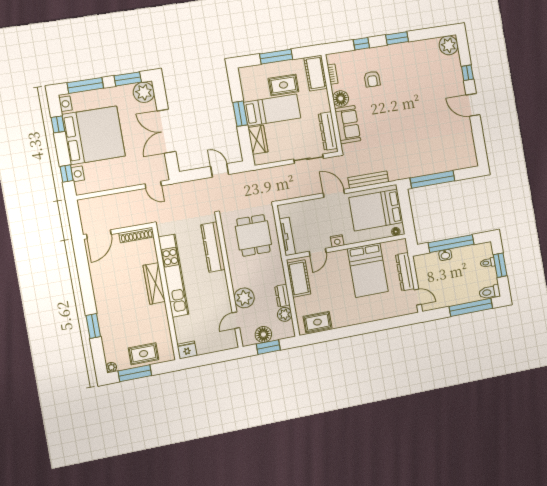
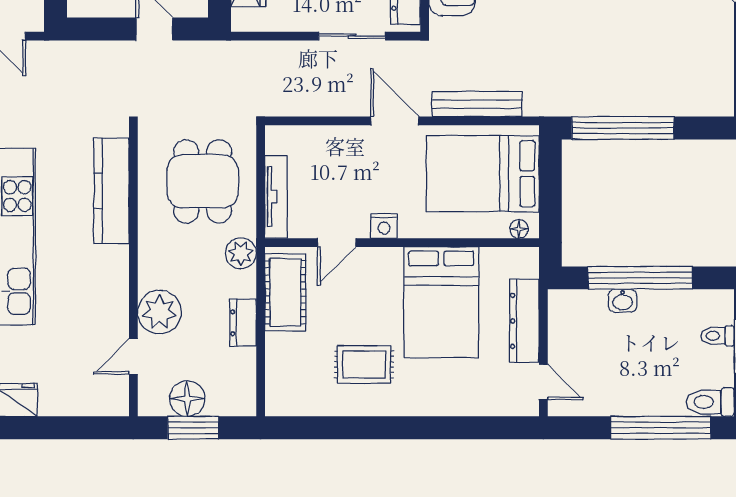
plant: (285, 314) -> (241, 253), moved
rug: (317, 322) -> (364, 364), moved

